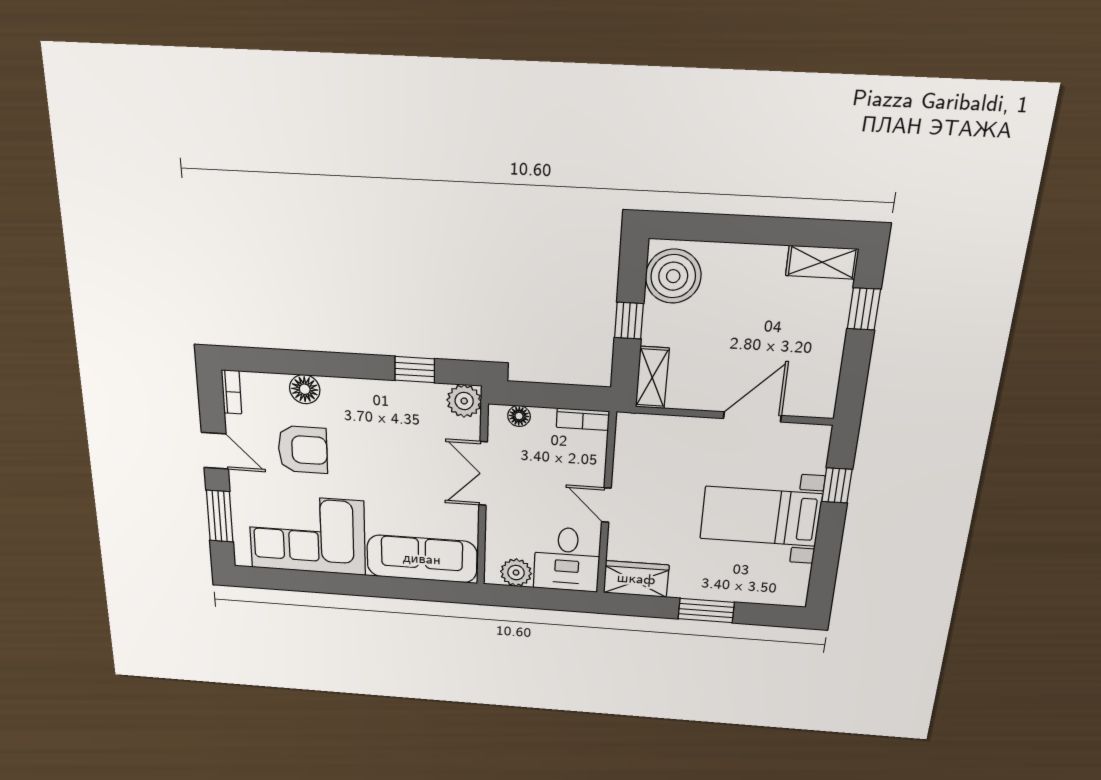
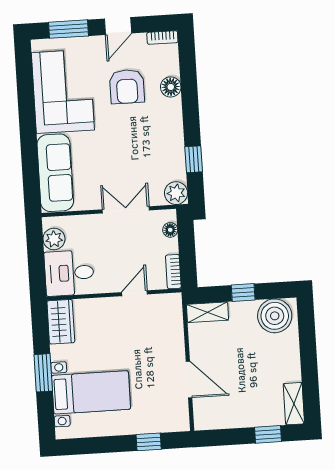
door: (606, 505) -> (134, 293), moved
bed with nightstands: (761, 516) -> (91, 392), moved, turned 90

